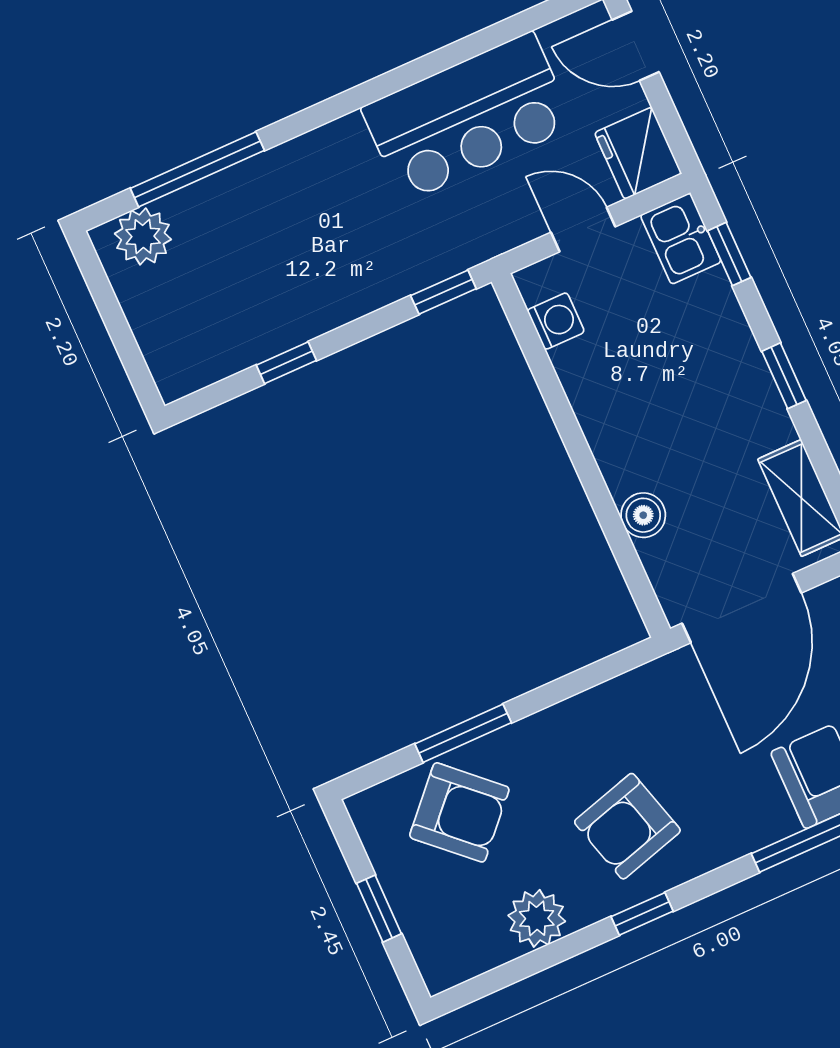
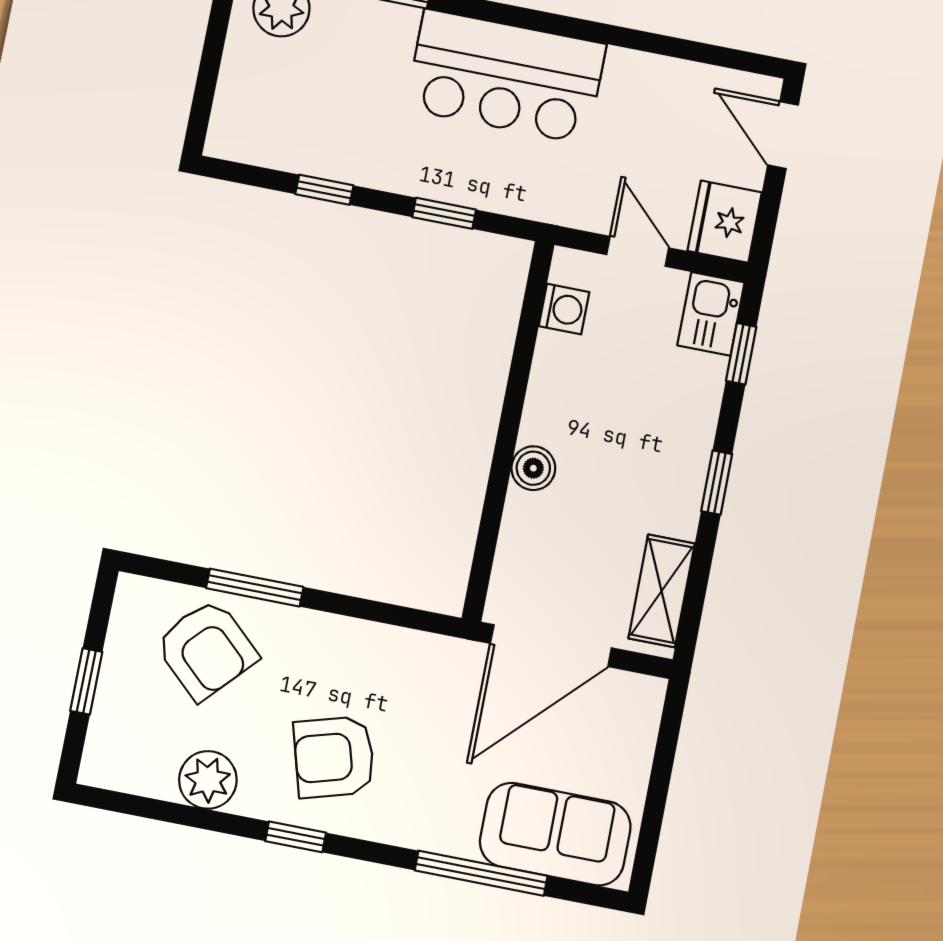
bar counter: (468, 117) -> (506, 77), moved
window: (443, 292) -> (444, 213), moved
boiler: (643, 515) -> (533, 468), moved

